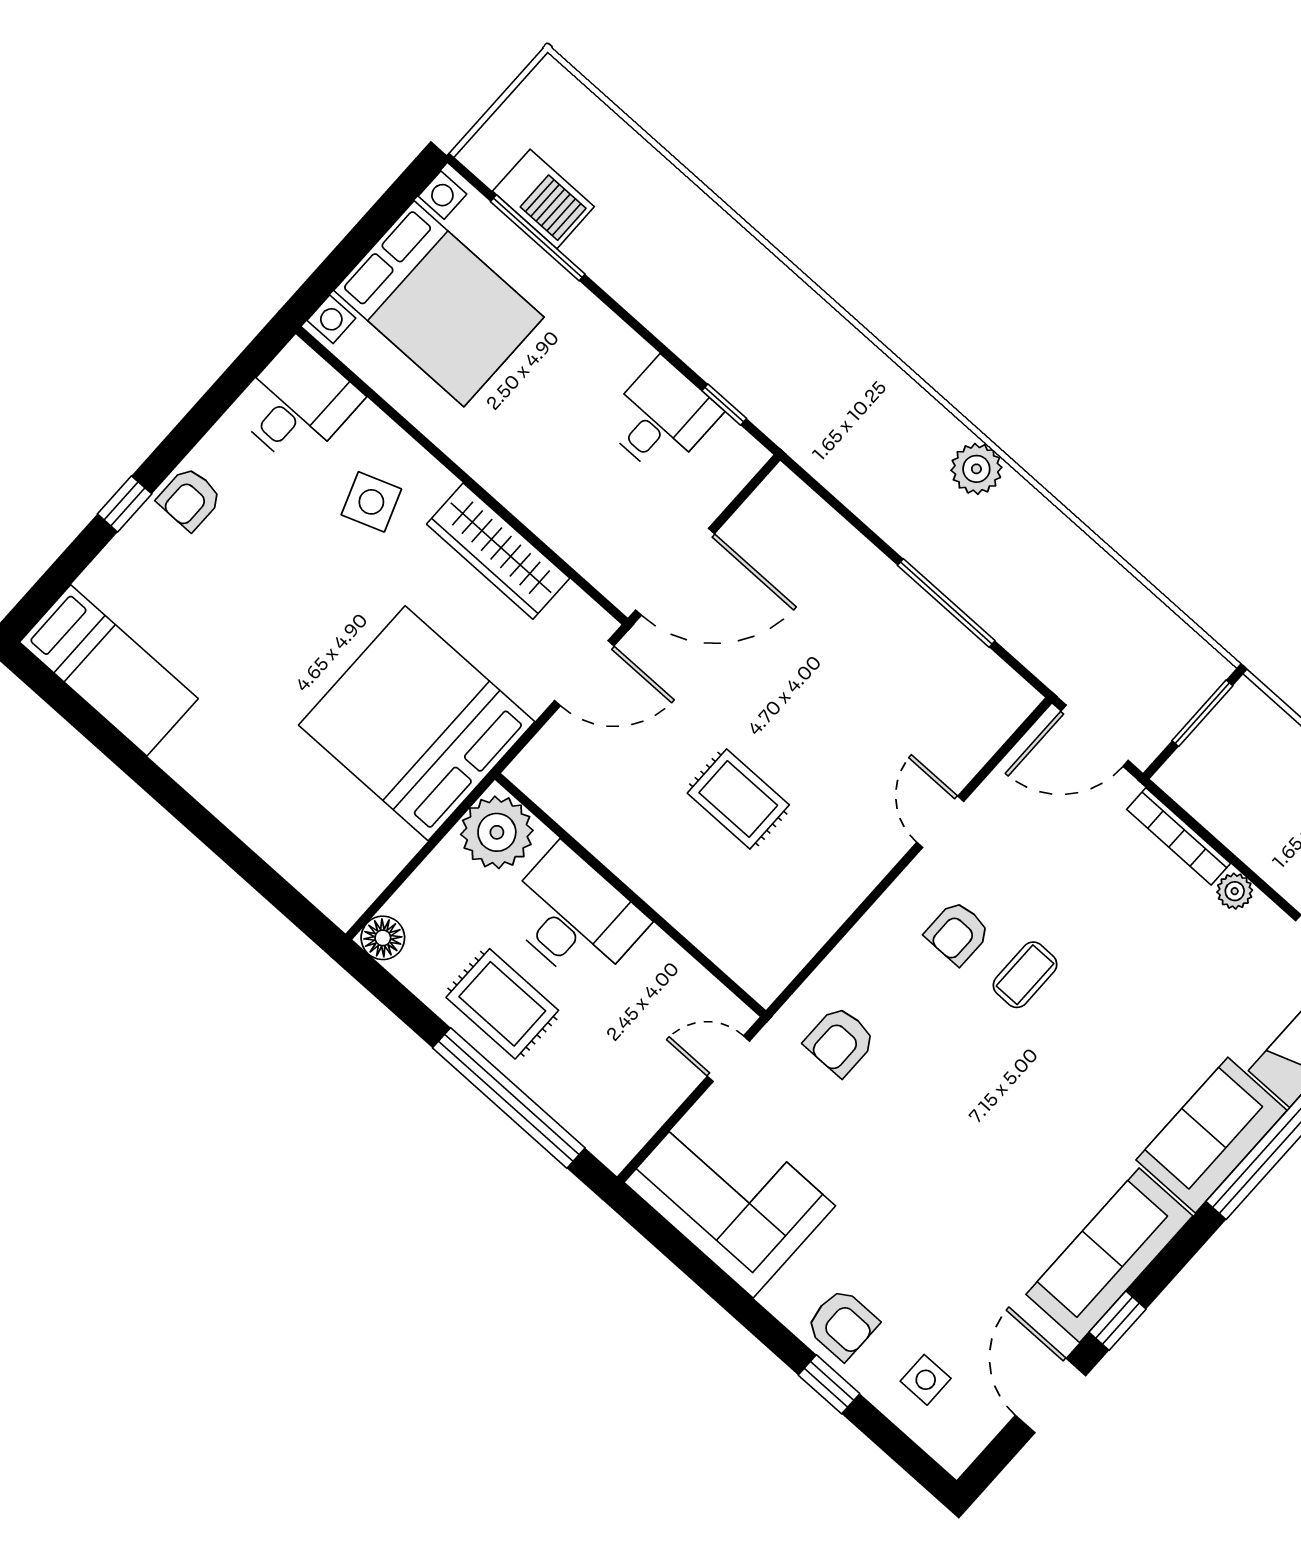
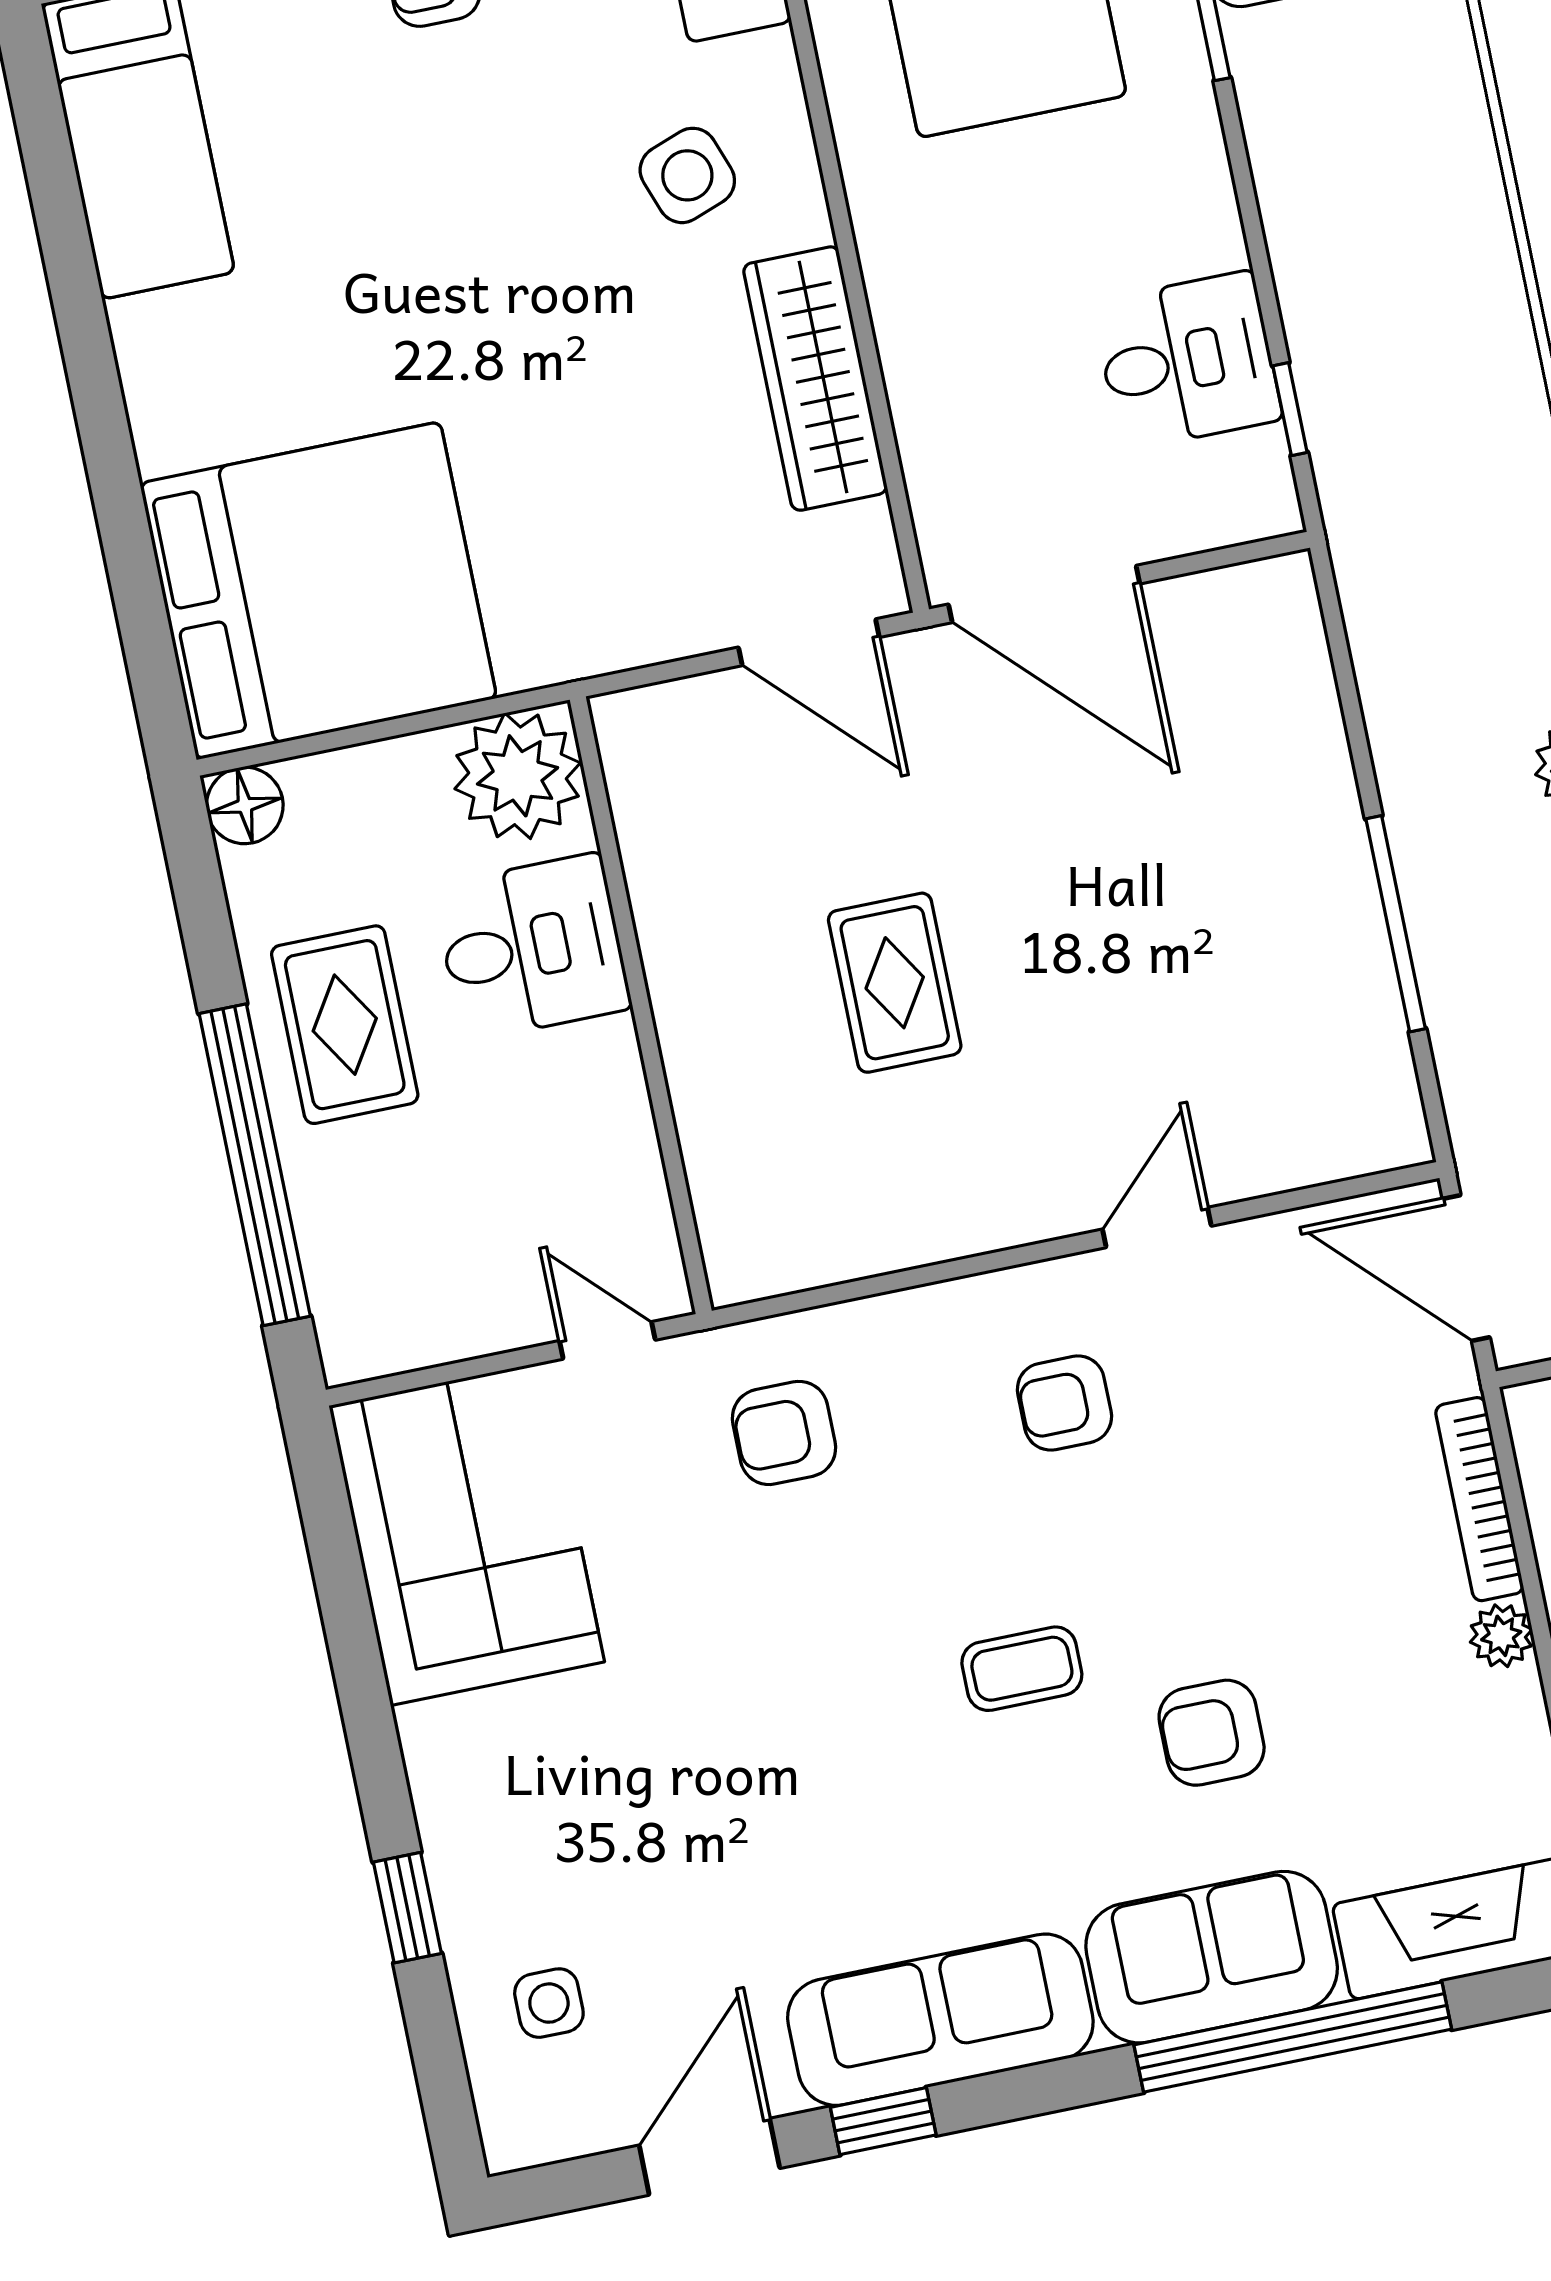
bed: (417, 723) -> (318, 591), moved, turned 90
desk: (574, 917) -> (532, 947), width x0.73
coffee table: (1025, 975) -> (1022, 1669), moved
armchair: (842, 1324) -> (1212, 1733), moved, turned 90

